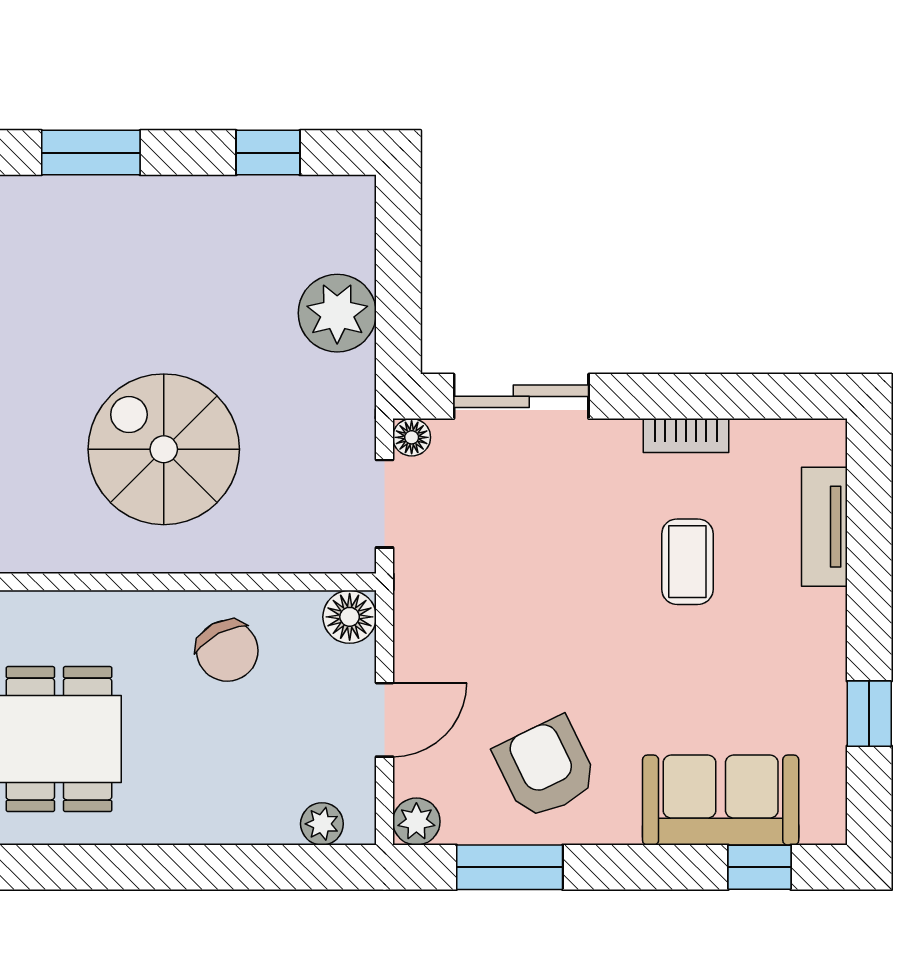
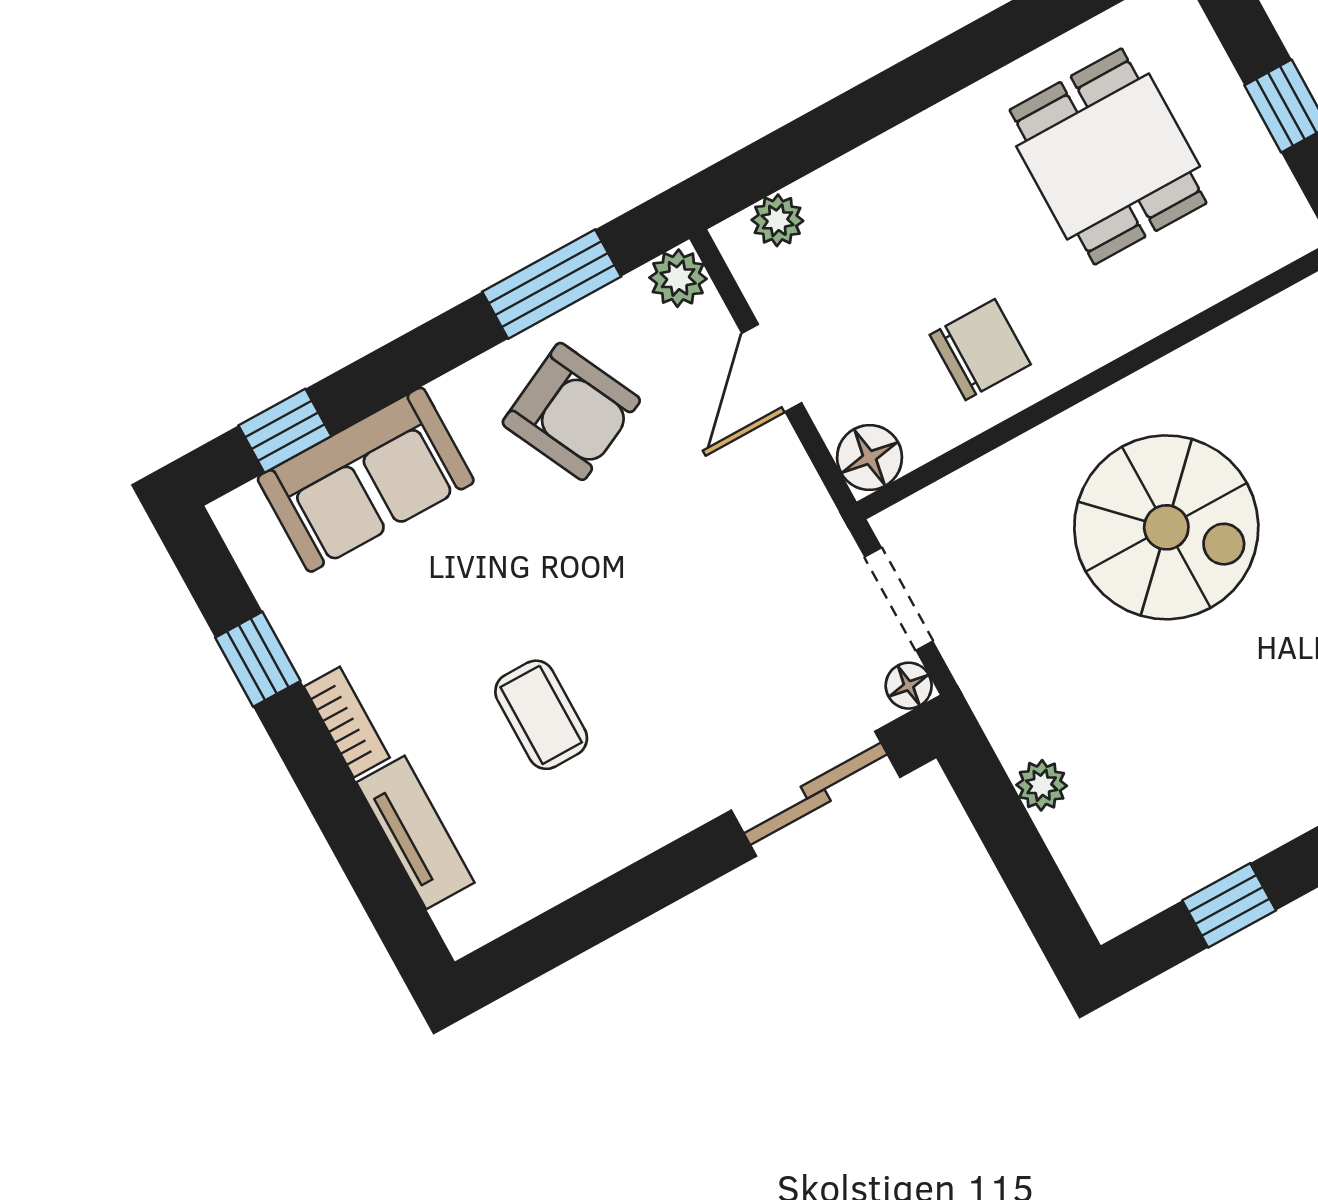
plant: (337, 313) -> (1042, 785), width x0.53, depth x0.53
bookcase: (686, 436) -> (347, 722), moved, turned 90
chair: (227, 651) -> (980, 350), turned 118

